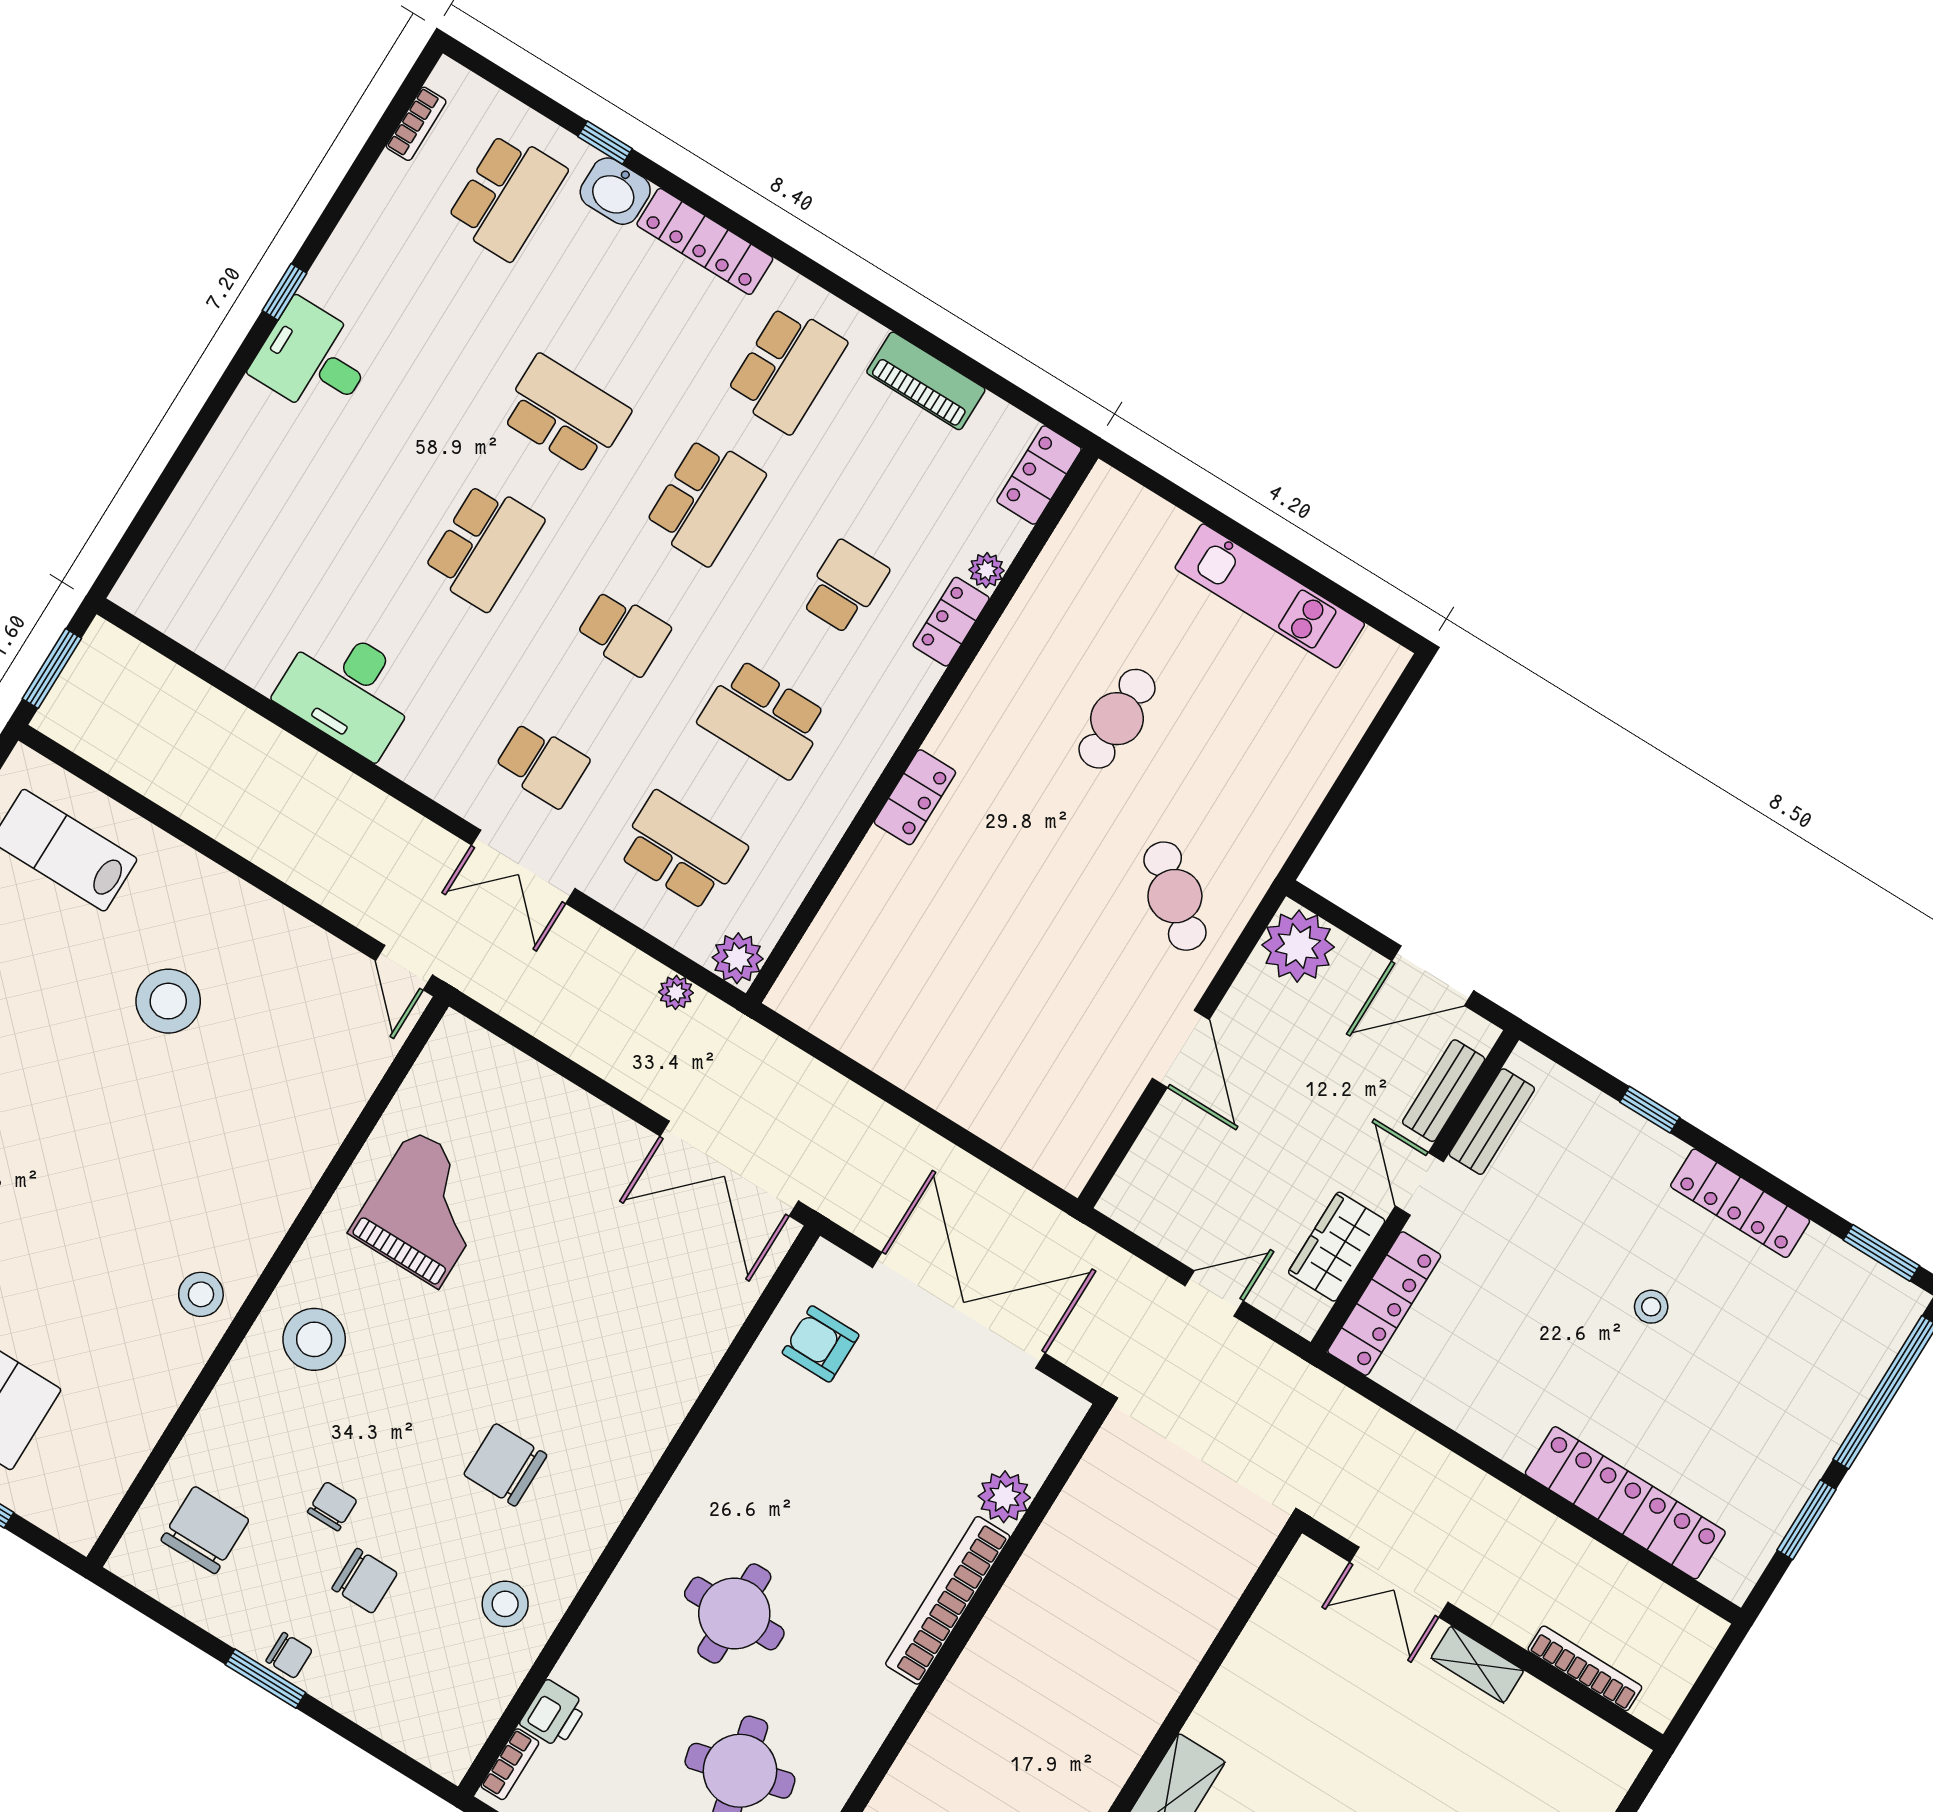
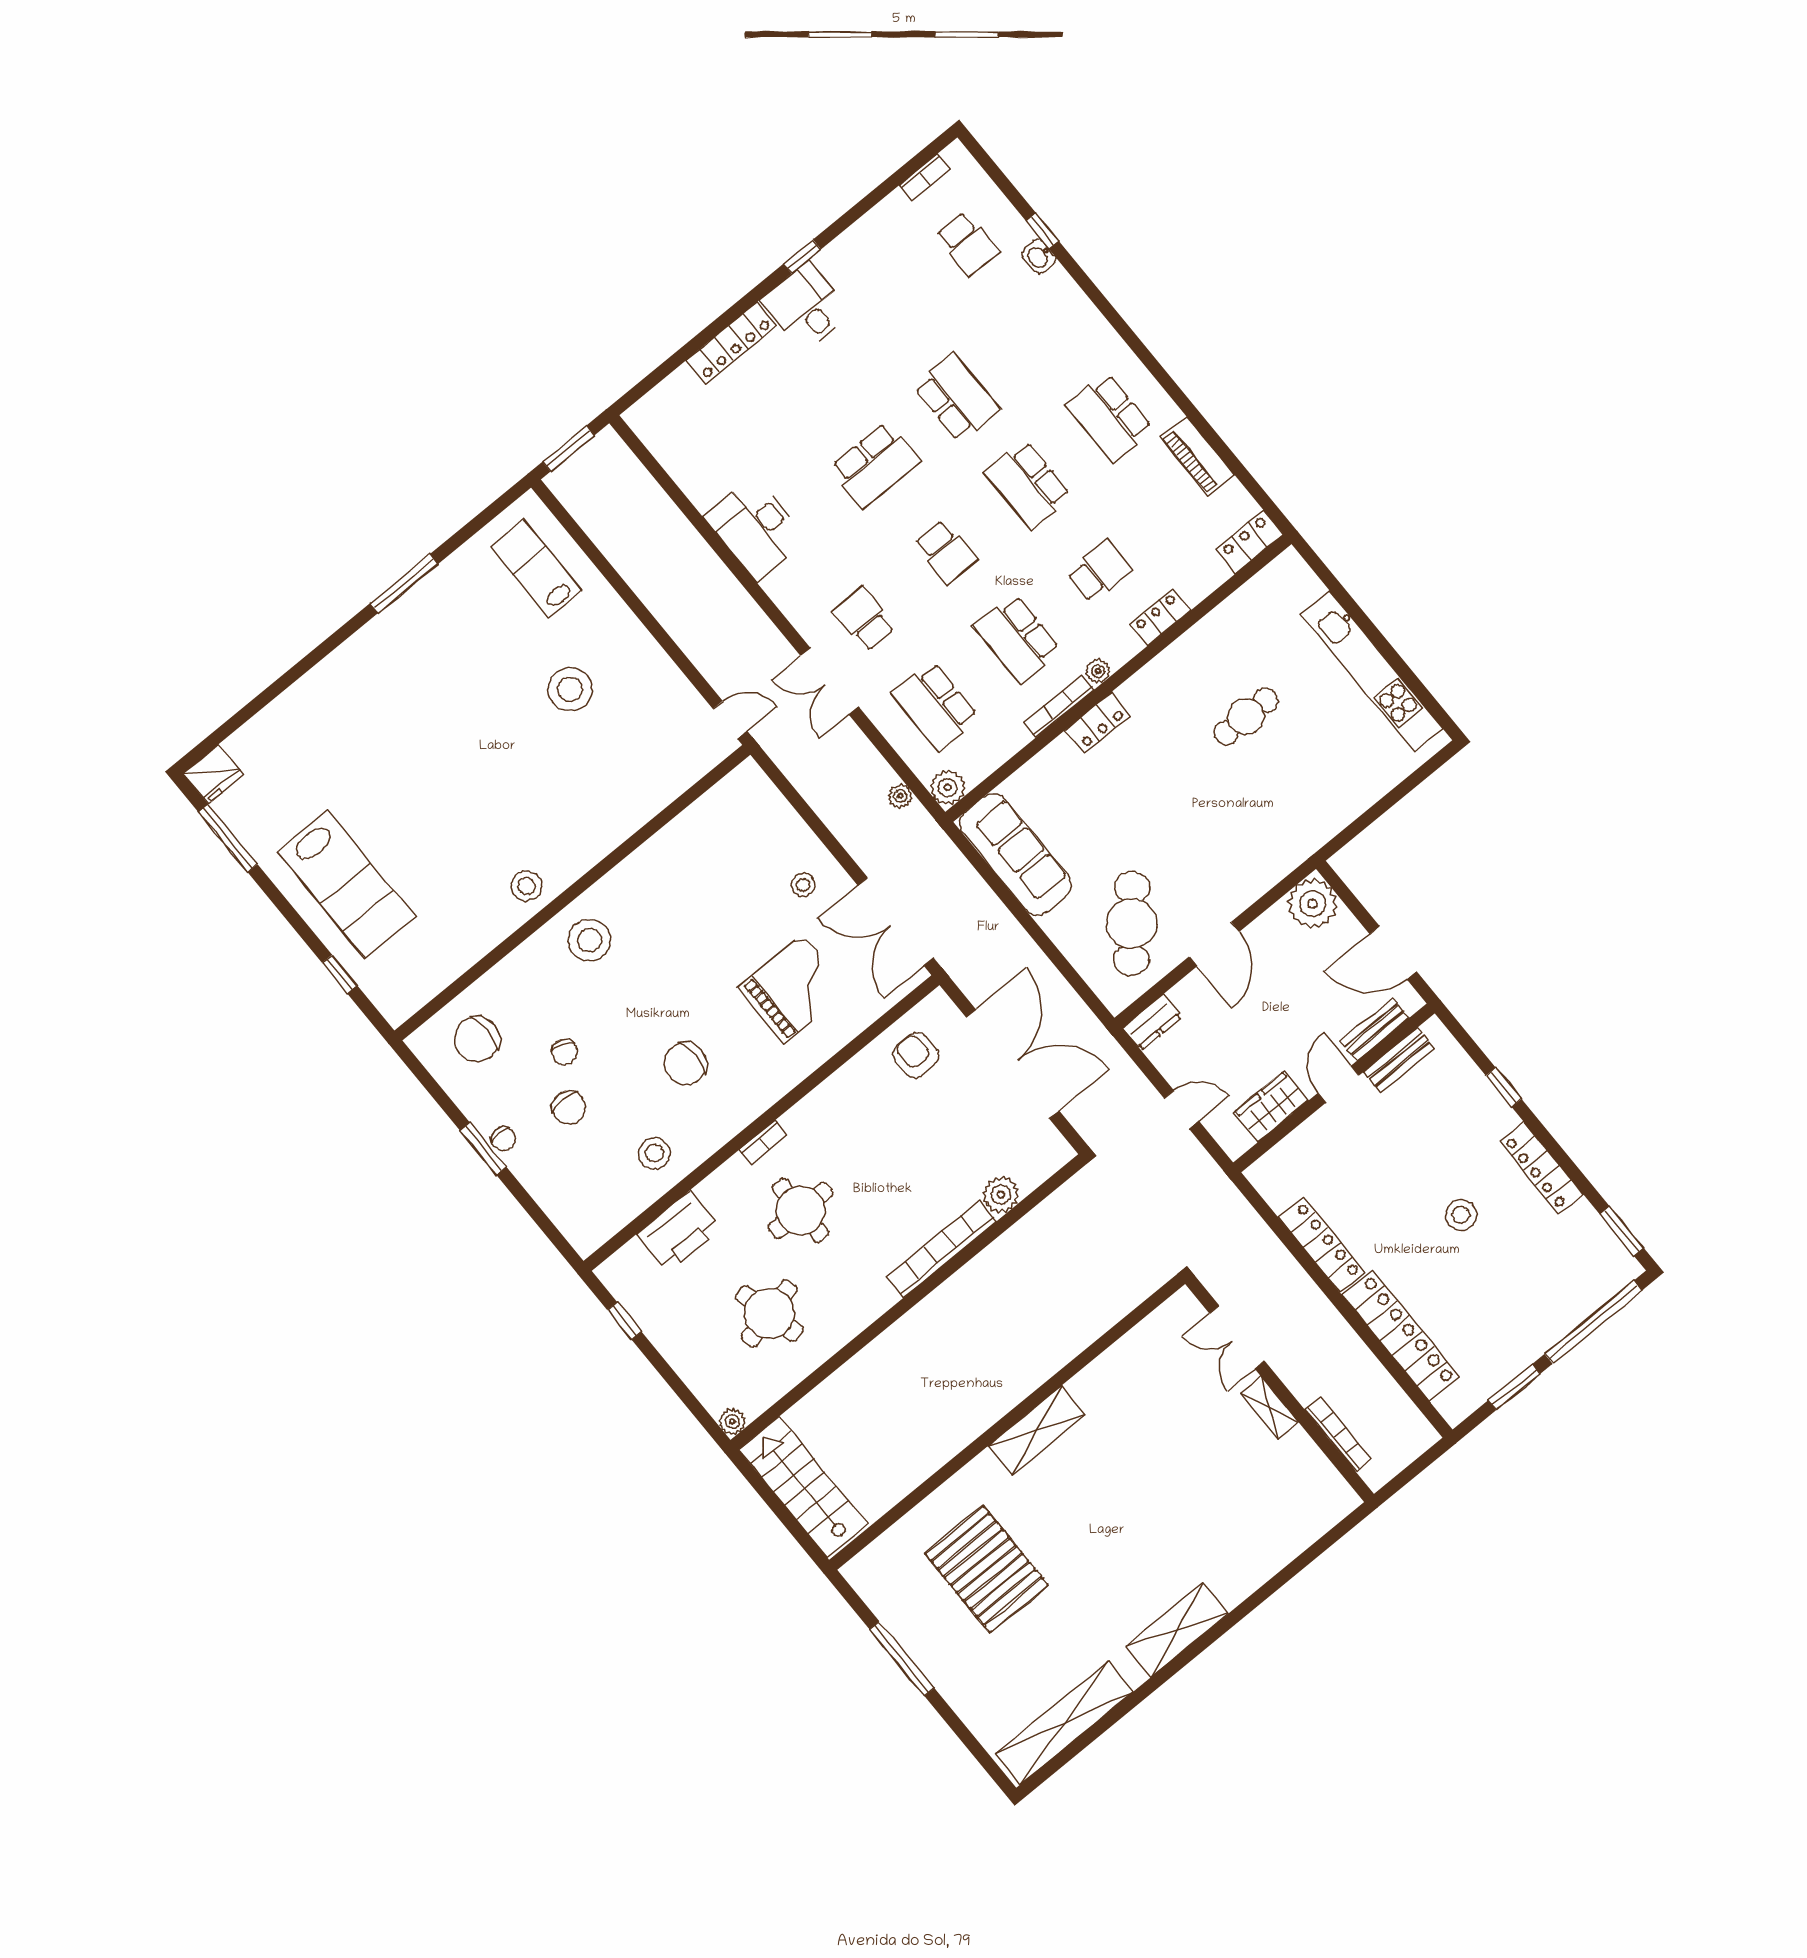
washbasin: (615, 191) -> (1039, 256), width x0.72, depth x0.69
school desk: (507, 196) -> (967, 244), width x0.54
locker: (705, 241) -> (731, 343), moved, turned -90
school desk: (786, 369) -> (1110, 417), turned 90
school desk: (705, 501) -> (1028, 484), turned 90
plant: (987, 570) -> (1098, 671), moved
kitchen unit: (1270, 596) -> (1372, 671), width x1.36
school desk: (542, 764) -> (864, 619), turned 180
bookcase: (853, 793) -> (1059, 706), added
school desk: (682, 851) -> (935, 706), turned 180
cafe table: (1175, 896) -> (1132, 923), moved, width x1.37, depth x1.35
door: (404, 968) -> (730, 720), swing flipped
sofa: (863, 1019) -> (1015, 854), added
stool: (584, 1161) -> (803, 885), added
dresser: (1132, 1187) -> (1152, 1022), added
grand piano: (425, 1209) -> (794, 989), moved
locker: (1384, 1304) -> (1322, 1245), moved, turned -90
stool: (1651, 1307) -> (1461, 1215), width x1.37, depth x1.37
chair: (505, 1465) -> (685, 1064), turned -90
chair: (332, 1506) -> (564, 1052), turned 111
chair: (205, 1530) -> (477, 1039), turned 180
printer: (553, 1714) -> (679, 1231), width x1.87, depth x1.48
bookcase: (510, 1764) -> (763, 1142), moved

